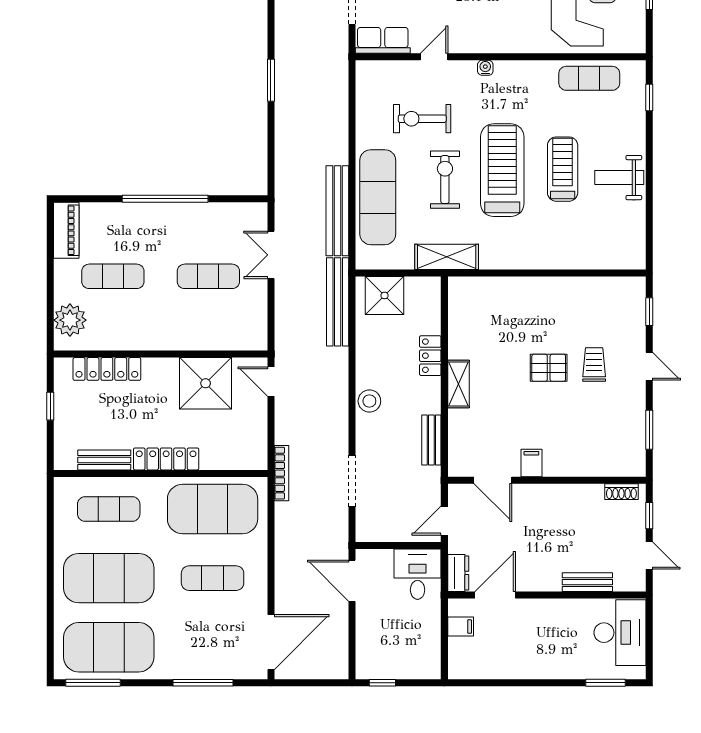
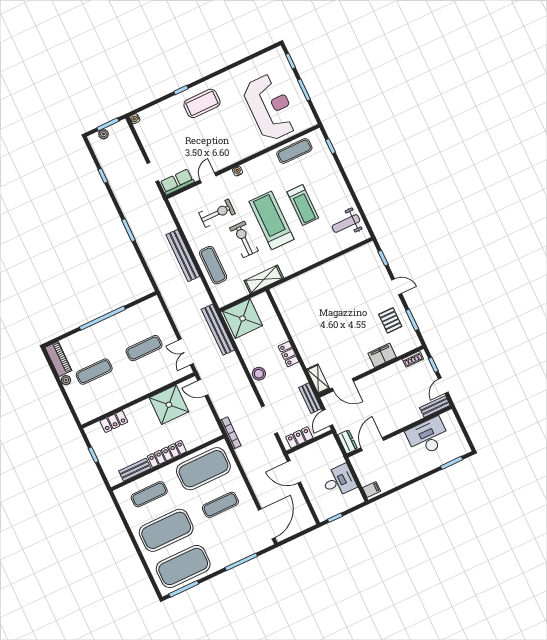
exercise bike: (422, 119) -> (217, 213), turned 180
treadmill: (563, 169) -> (303, 205), turned 180
weight bench: (619, 178) -> (346, 224), moved
exercise mat: (378, 197) -> (213, 265), width x0.73, depth x0.69
bench: (337, 211) -> (183, 256), moved
double door: (271, 255) -> (186, 352), moved
shower: (385, 295) -> (243, 318), width x1.37, depth x1.37
plant: (70, 320) -> (66, 380), moved, width x0.53, depth x0.53
locker: (430, 356) -> (288, 354), moved
trolley: (594, 365) -> (367, 299), removed
pallet: (549, 368) -> (390, 320), moved, turned 90
locker: (107, 369) -> (114, 421), width x0.66
shelving: (458, 384) -> (318, 379), moved
bench: (431, 440) -> (310, 398), moved
filing cabinet: (531, 463) -> (382, 355), moved, width x2.00
locker: (386, 531) -> (299, 437), added
door: (649, 556) -> (443, 386), swing flipped
desk: (418, 574) -> (339, 481), moved, turned 90
bench: (587, 582) -> (435, 406), moved
filing cabinet: (461, 627) -> (372, 489), moved
desk: (620, 633) -> (428, 437), moved, turned -90

